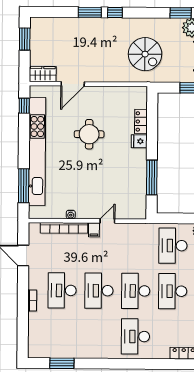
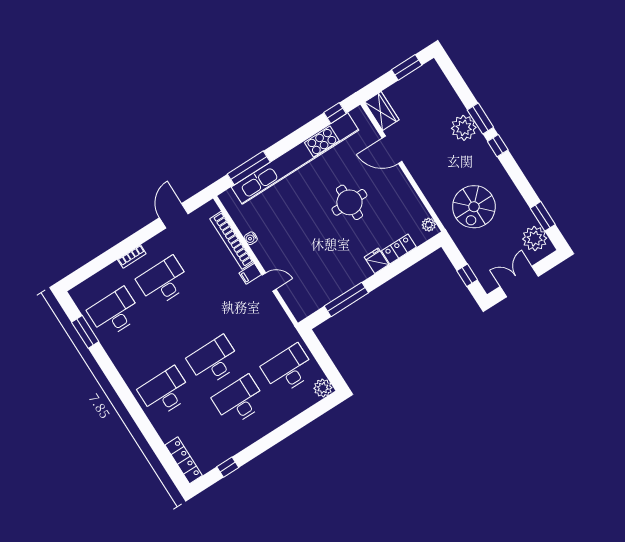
plant: (89, 27) -> (464, 128), added
plant: (138, 92) -> (429, 225), added
desk: (99, 291) -> (114, 313), moved

